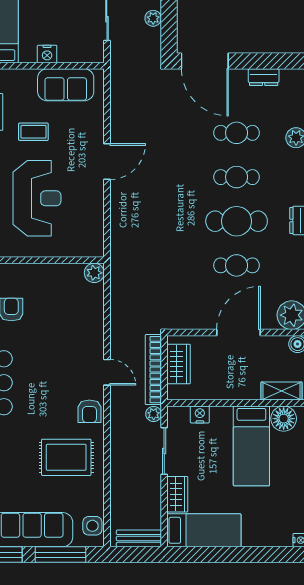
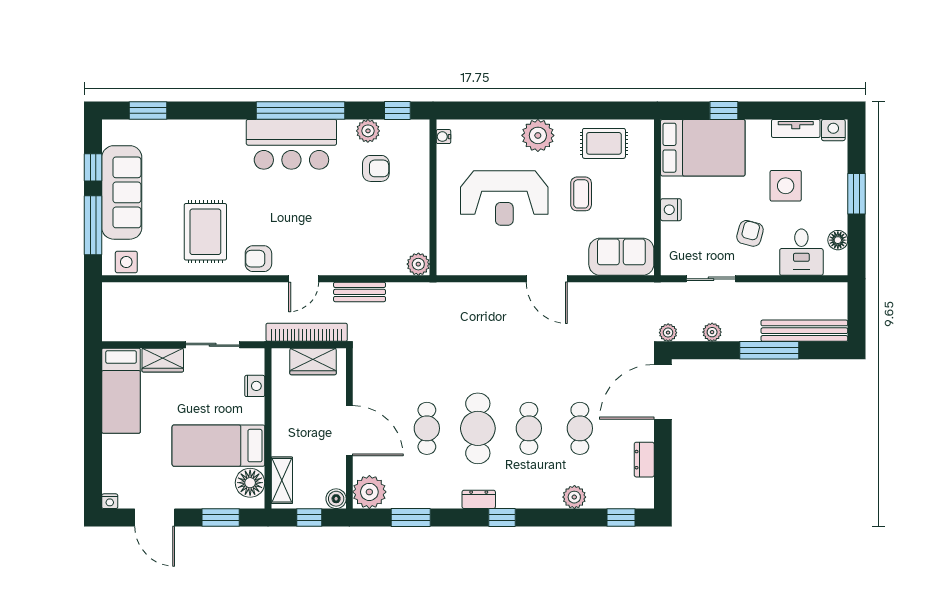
sofa: (66, 85) -> (621, 257), moved, turned 90
plant: (154, 414) -> (668, 333), moved
bench: (139, 538) -> (360, 292), moved, turned 90

